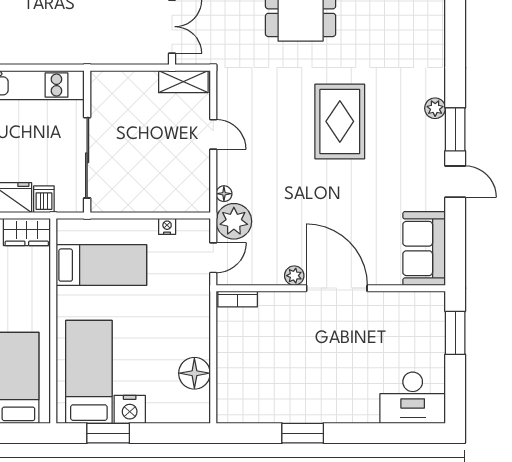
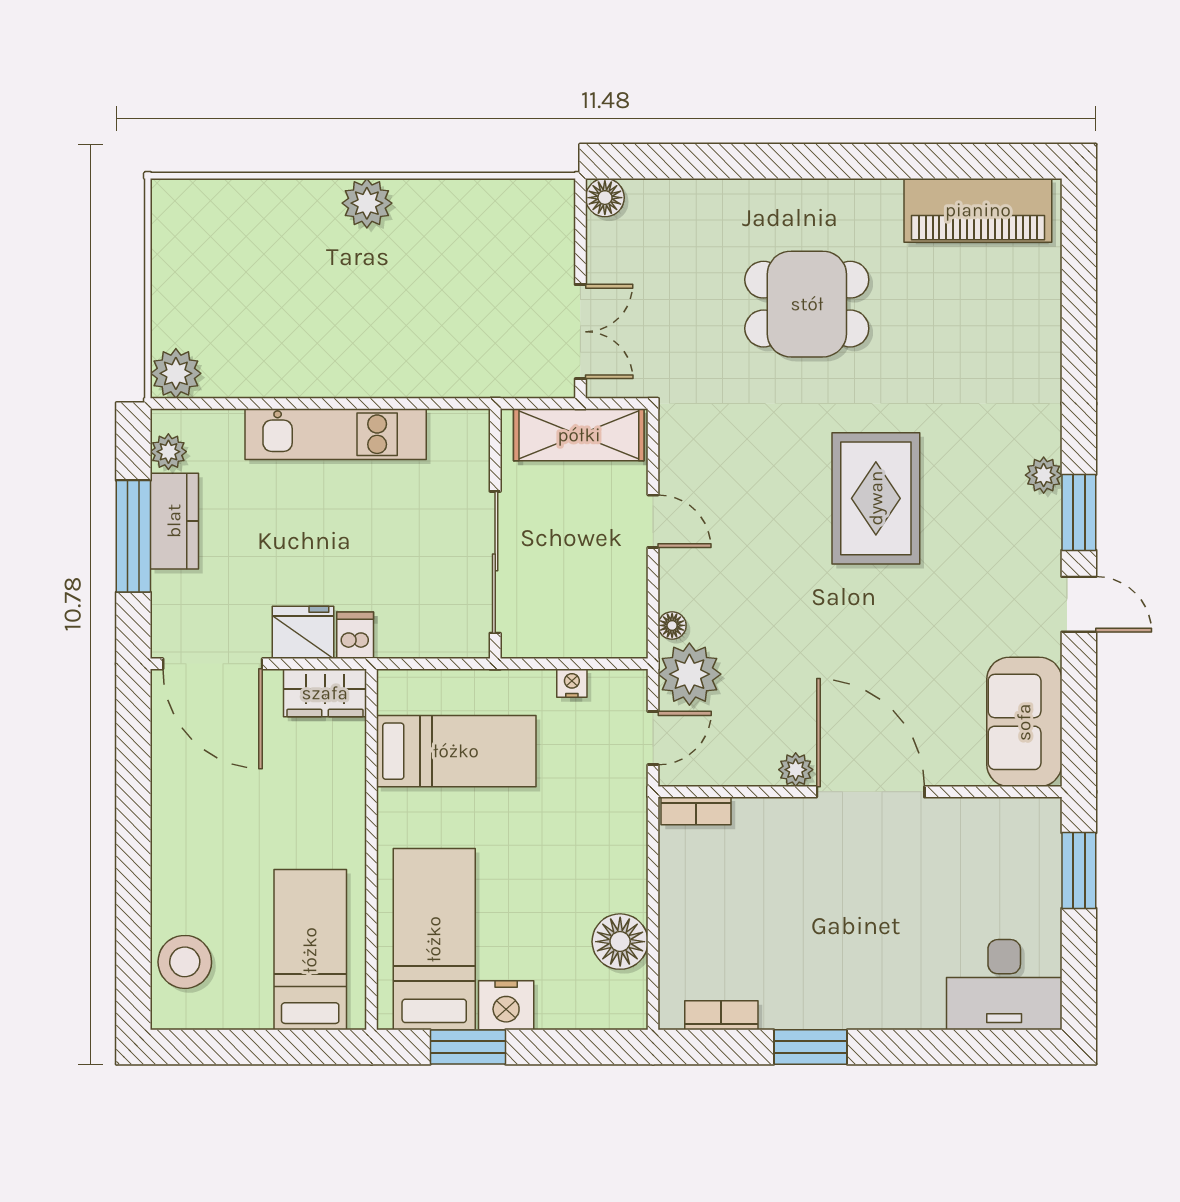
shelving: (183, 82) -> (579, 435), width x1.50, depth x1.33
wall: (87, 142) -> (495, 534), moved
sliding door: (87, 158) -> (495, 562), moved
bookcase: (252, 415) -> (721, 1015), added

